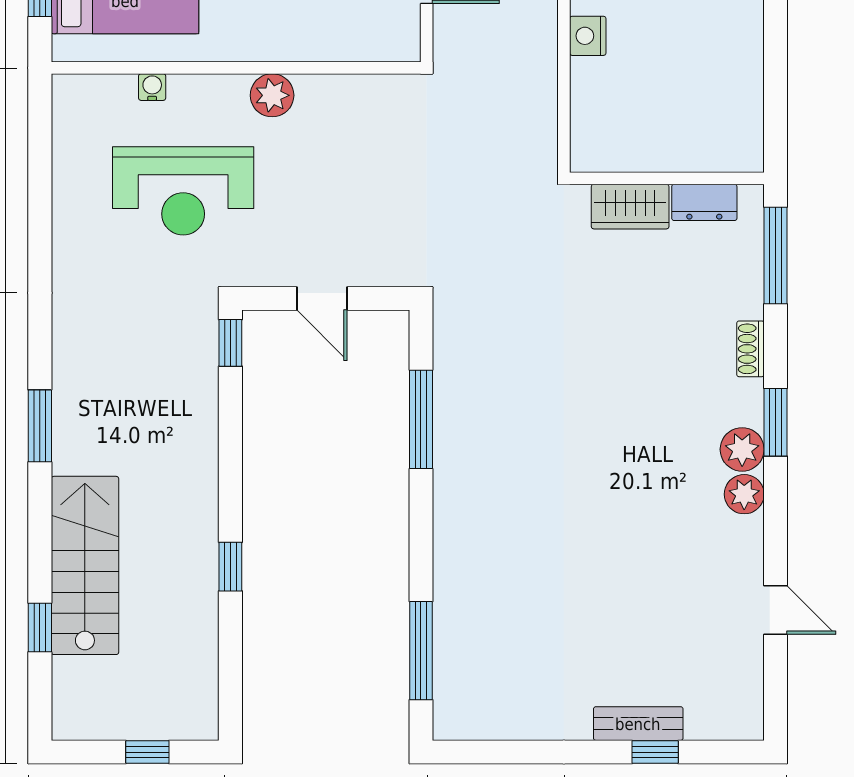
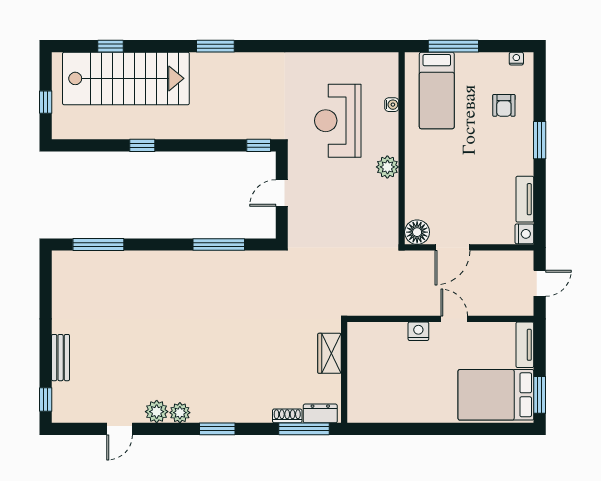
floor lamp: (397, 38) -> (417, 232), added
dresser: (704, 202) -> (320, 413), moved, turned 90
shoe rack: (750, 349) -> (287, 416), moved
plant: (742, 449) -> (157, 412), moved
stairs: (85, 565) -> (126, 78), width x1.36, depth x1.51
window: (655, 752) -> (46, 399), moved

